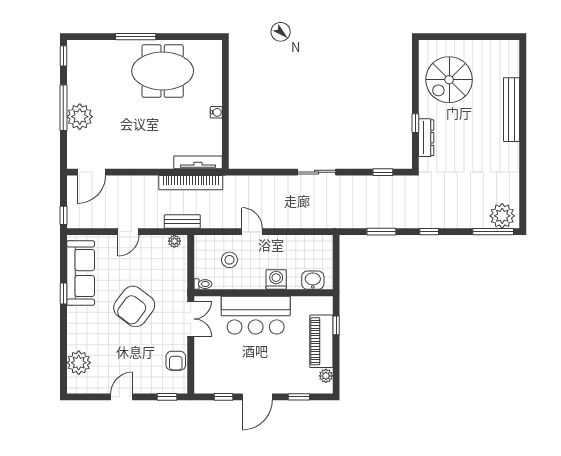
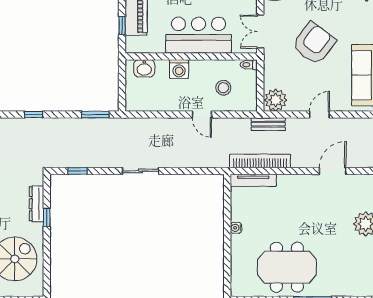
door: (91, 172) -> (333, 171), moved
window: (381, 232) -> (95, 114), moved
plant: (174, 241) -> (276, 100), width x1.87, depth x1.87

